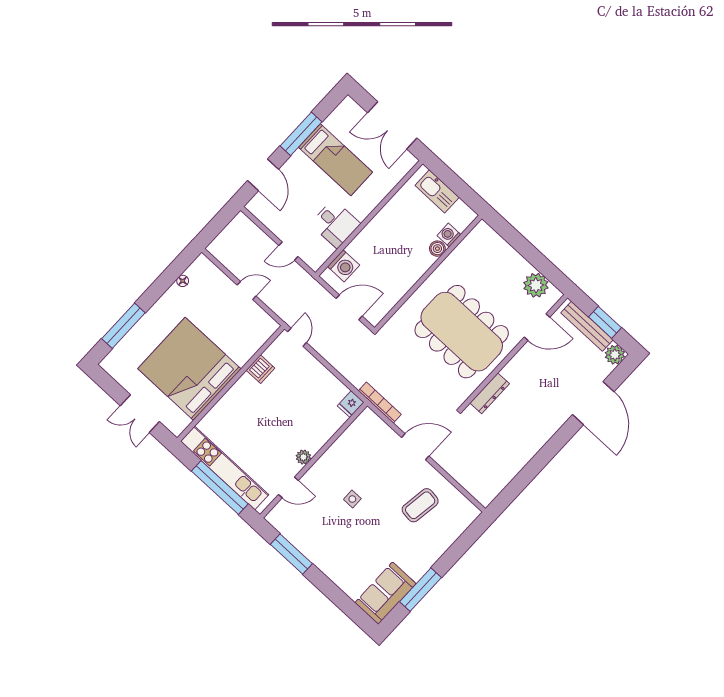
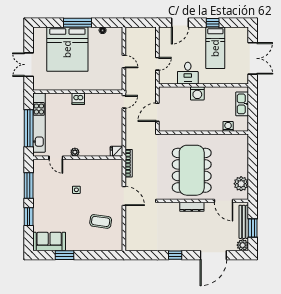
double door: (392, 125) -> (253, 58), swing flipped
window: (301, 134) -> (213, 23), width x0.46
boiler: (437, 249) -> (218, 127), removed
door: (288, 251) -> (157, 64), swing flipped
washing machine: (344, 266) -> (197, 93), moved
door: (349, 307) -> (157, 112), swing flipped
window: (123, 326) -> (77, 23), moved
bed: (189, 369) -> (67, 49), moved, turned 180
dishwasher: (260, 369) -> (78, 99), moved
dresser: (490, 393) -> (192, 207), moved
window: (549, 451) -> (175, 255), added
window: (330, 590) -> (29, 217), added
window: (420, 590) -> (65, 255), width x0.69

